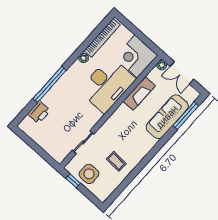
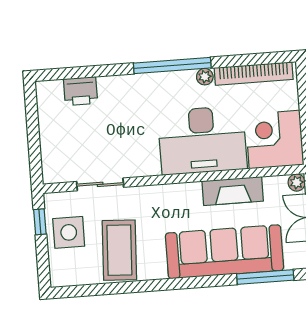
window: (50, 85) -> (172, 66), moved
sofa: (167, 117) -> (224, 252), width x1.36, depth x1.27
coffee table: (116, 161) -> (119, 250), width x1.86, depth x1.72

